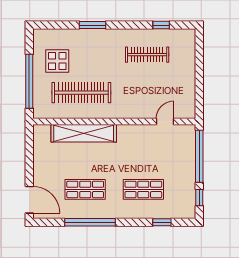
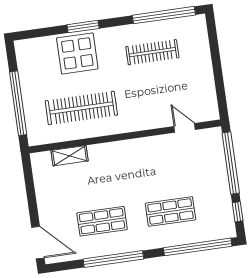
window: (161, 25) -> (164, 15), width x3.17
display table: (57, 61) -> (77, 53), moved, width x1.36, depth x1.36
door: (165, 121) -> (185, 128), hinge flipped
shelving: (84, 133) -> (70, 156), width x0.45, depth x0.75
window: (162, 222) -> (198, 247), width x3.17

